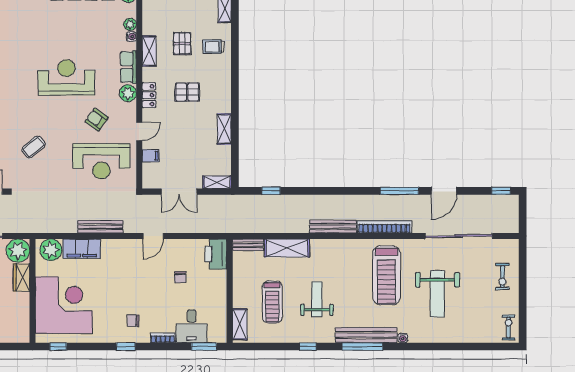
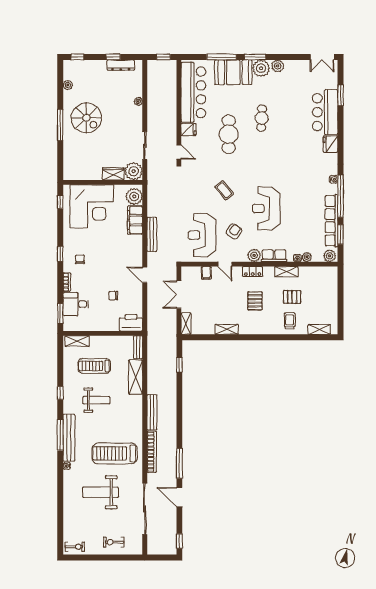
reception desk: (66, 77) -> (266, 208), turned 180
coffee table: (34, 147) -> (224, 190), moved

